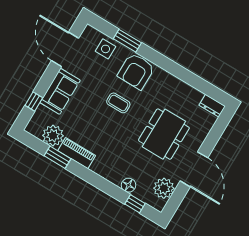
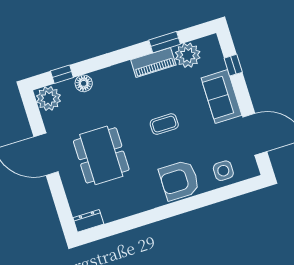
window: (127, 41) -> (213, 197), removed
armchair: (136, 71) -> (179, 180), turned -90
coffee table: (118, 103) -> (164, 124), moved
plant: (164, 188) -> (48, 98), moved

